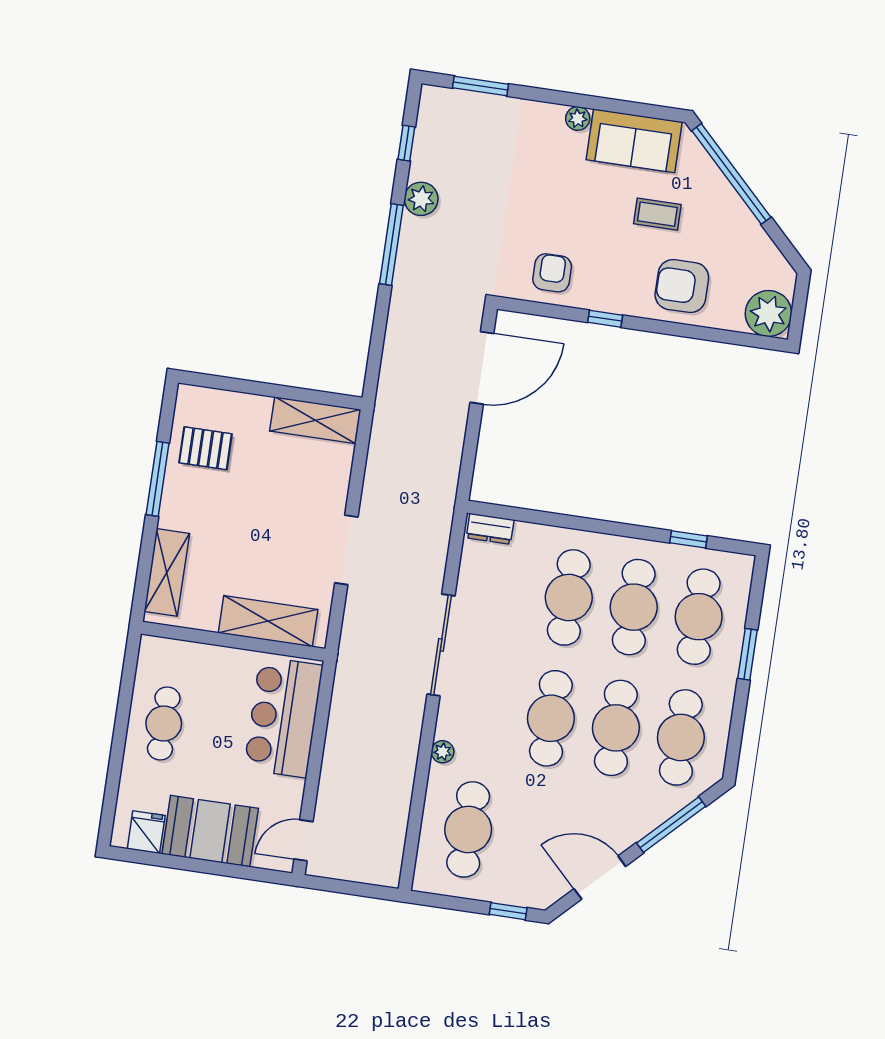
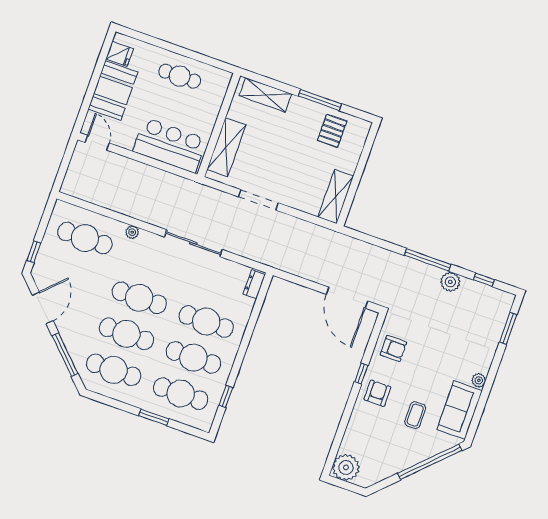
armchair: (682, 286) -> (377, 393), moved, width x0.72, depth x0.72

